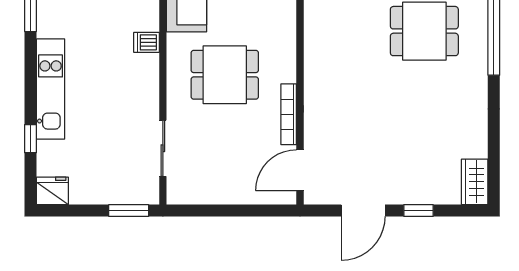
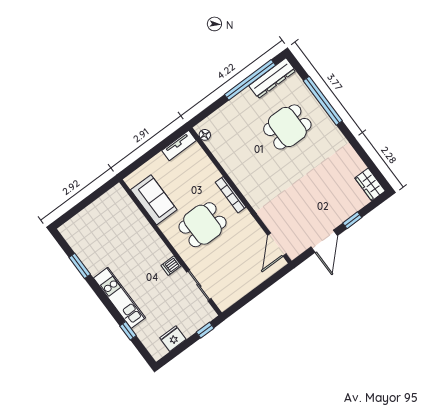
dishwasher: (147, 42) -> (171, 266), moved
bookcase: (289, 114) -> (231, 195), moved
fridge: (52, 191) -> (173, 339), moved
window: (129, 210) -> (205, 330), width x0.67

